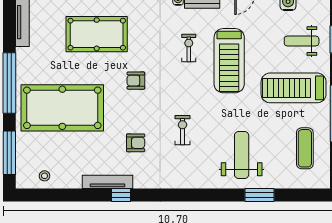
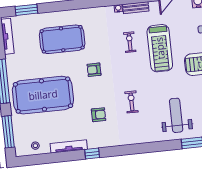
tv unit: (108, 182) -> (69, 146), moved

